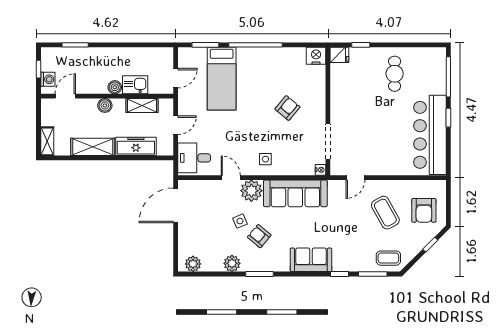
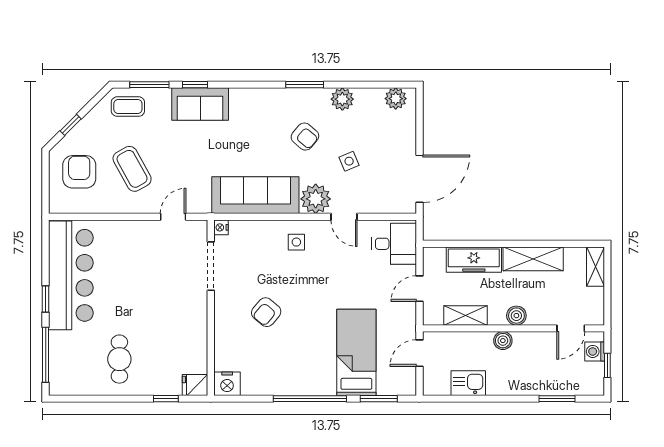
kitchen sink: (135, 85) -> (468, 383), moved, turned 180
side table: (240, 221) -> (349, 161), moved
sofa: (311, 260) -> (200, 104), moved

